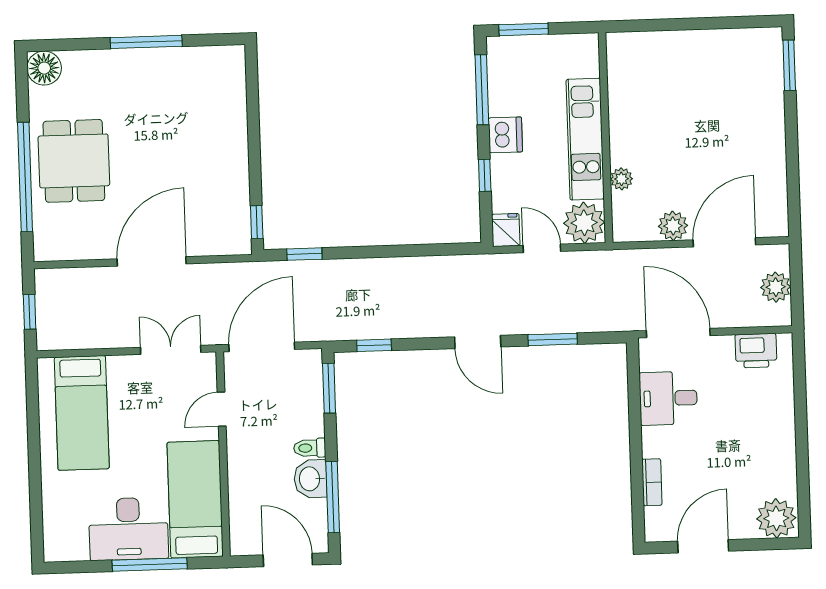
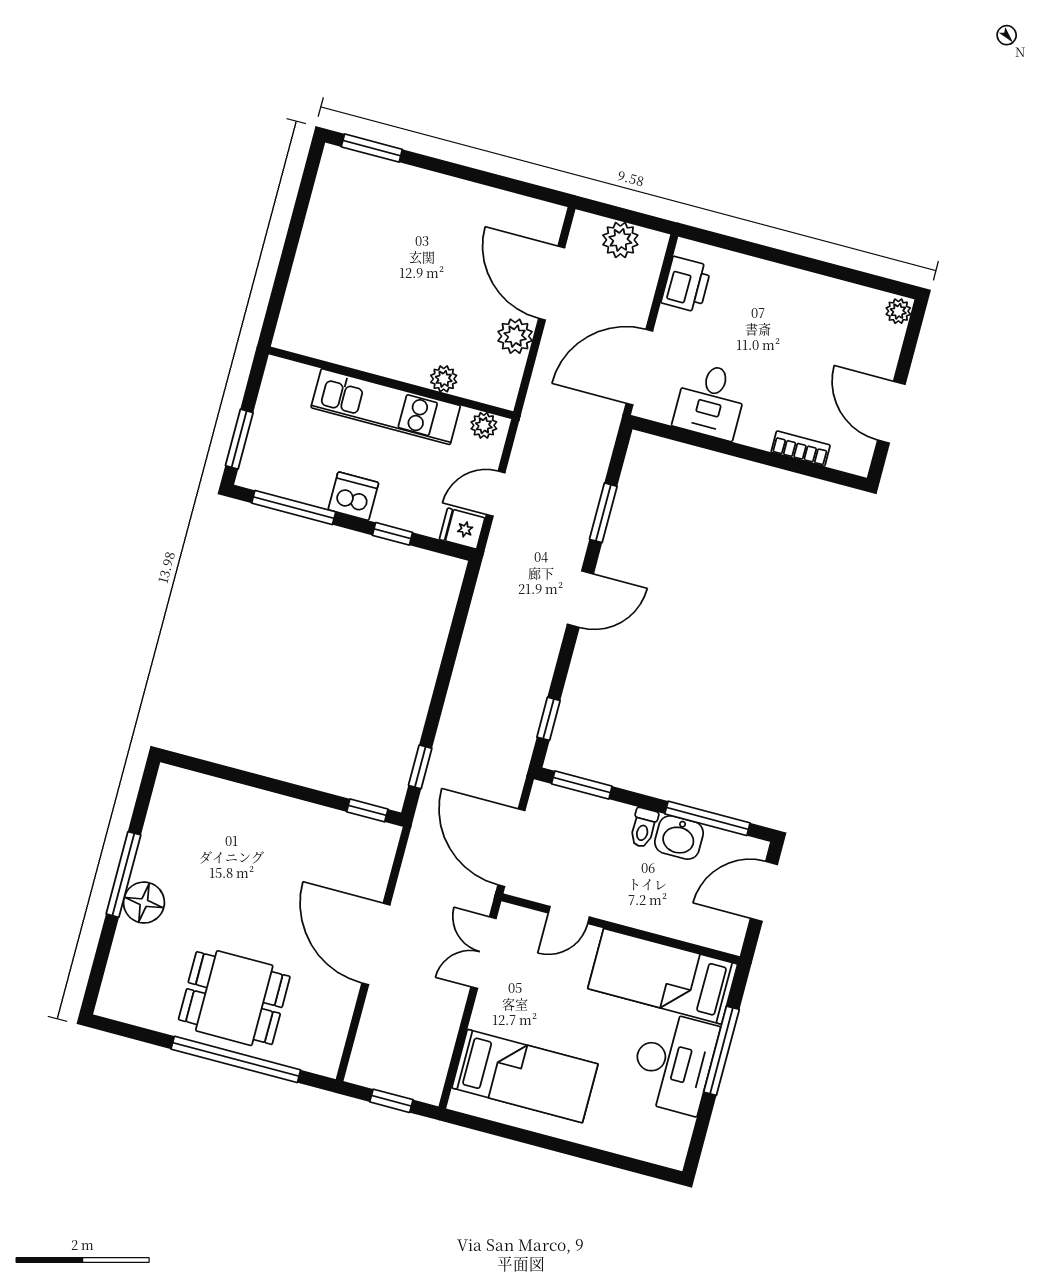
floor lamp: (44, 68) -> (144, 903), moved
plant: (584, 223) -> (484, 425), width x0.53, depth x0.53
door: (222, 409) -> (569, 915), hinge flipped
plant: (776, 518) -> (898, 311), width x0.53, depth x0.53

